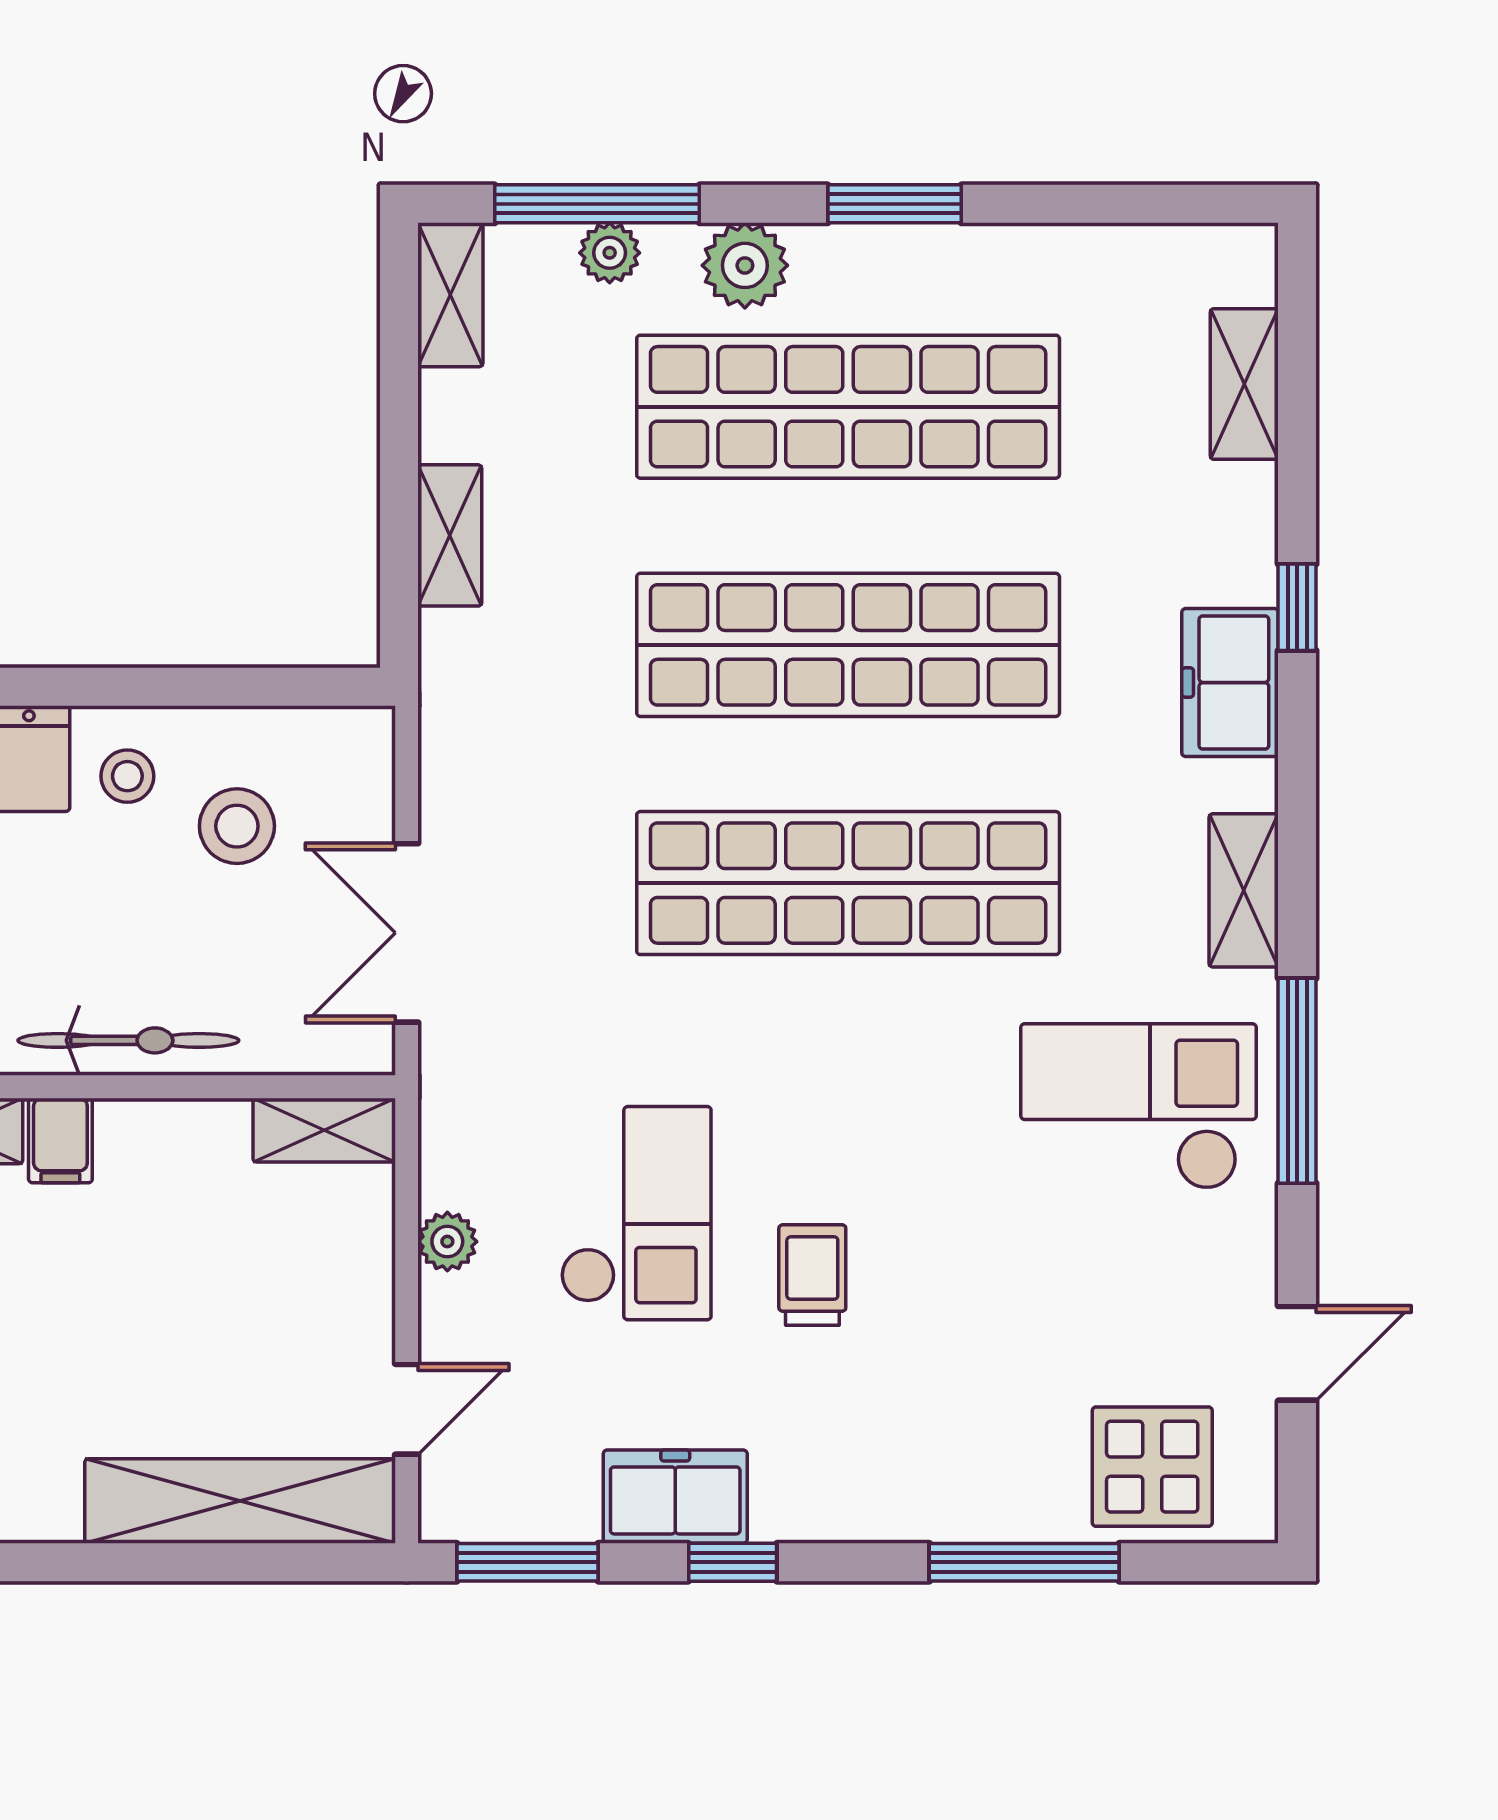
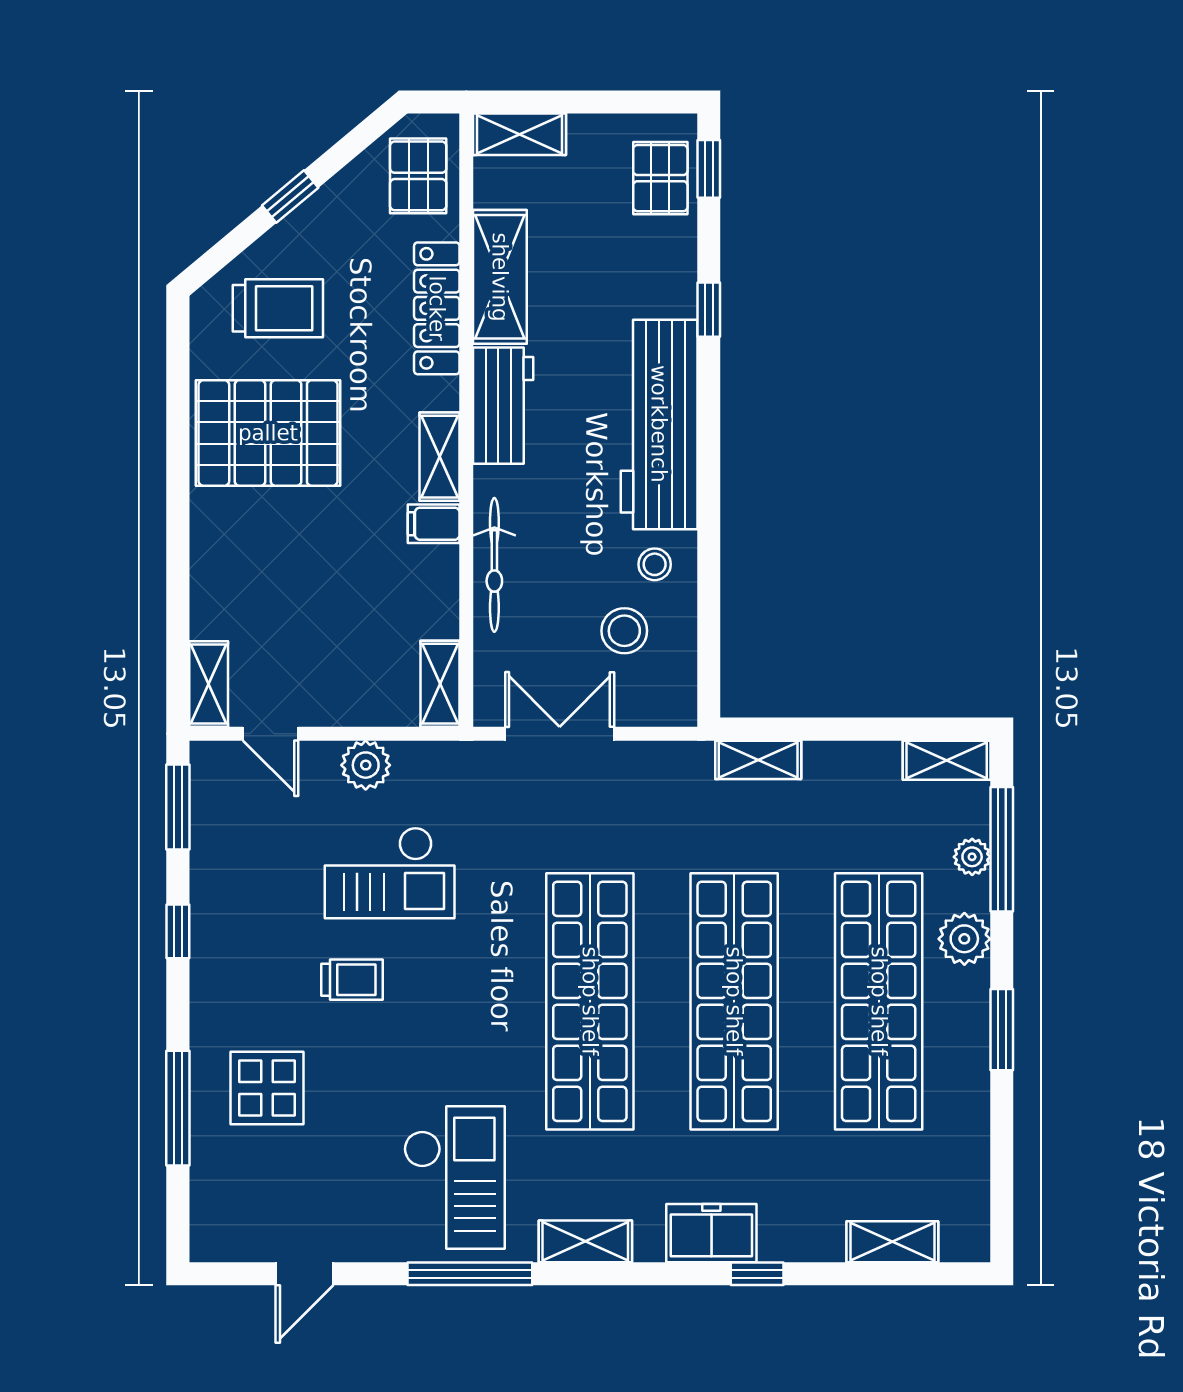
shelving: (450, 535) -> (758, 760), moved
plant: (447, 1242) -> (366, 765), width x1.38, depth x1.38
door: (1297, 1353) -> (305, 1274), hinge flipped
display table: (1152, 1467) -> (267, 1088), moved
freezer: (675, 1497) -> (218, 897), removed
shelving: (240, 1501) -> (209, 684), width x0.45, depth x0.75

